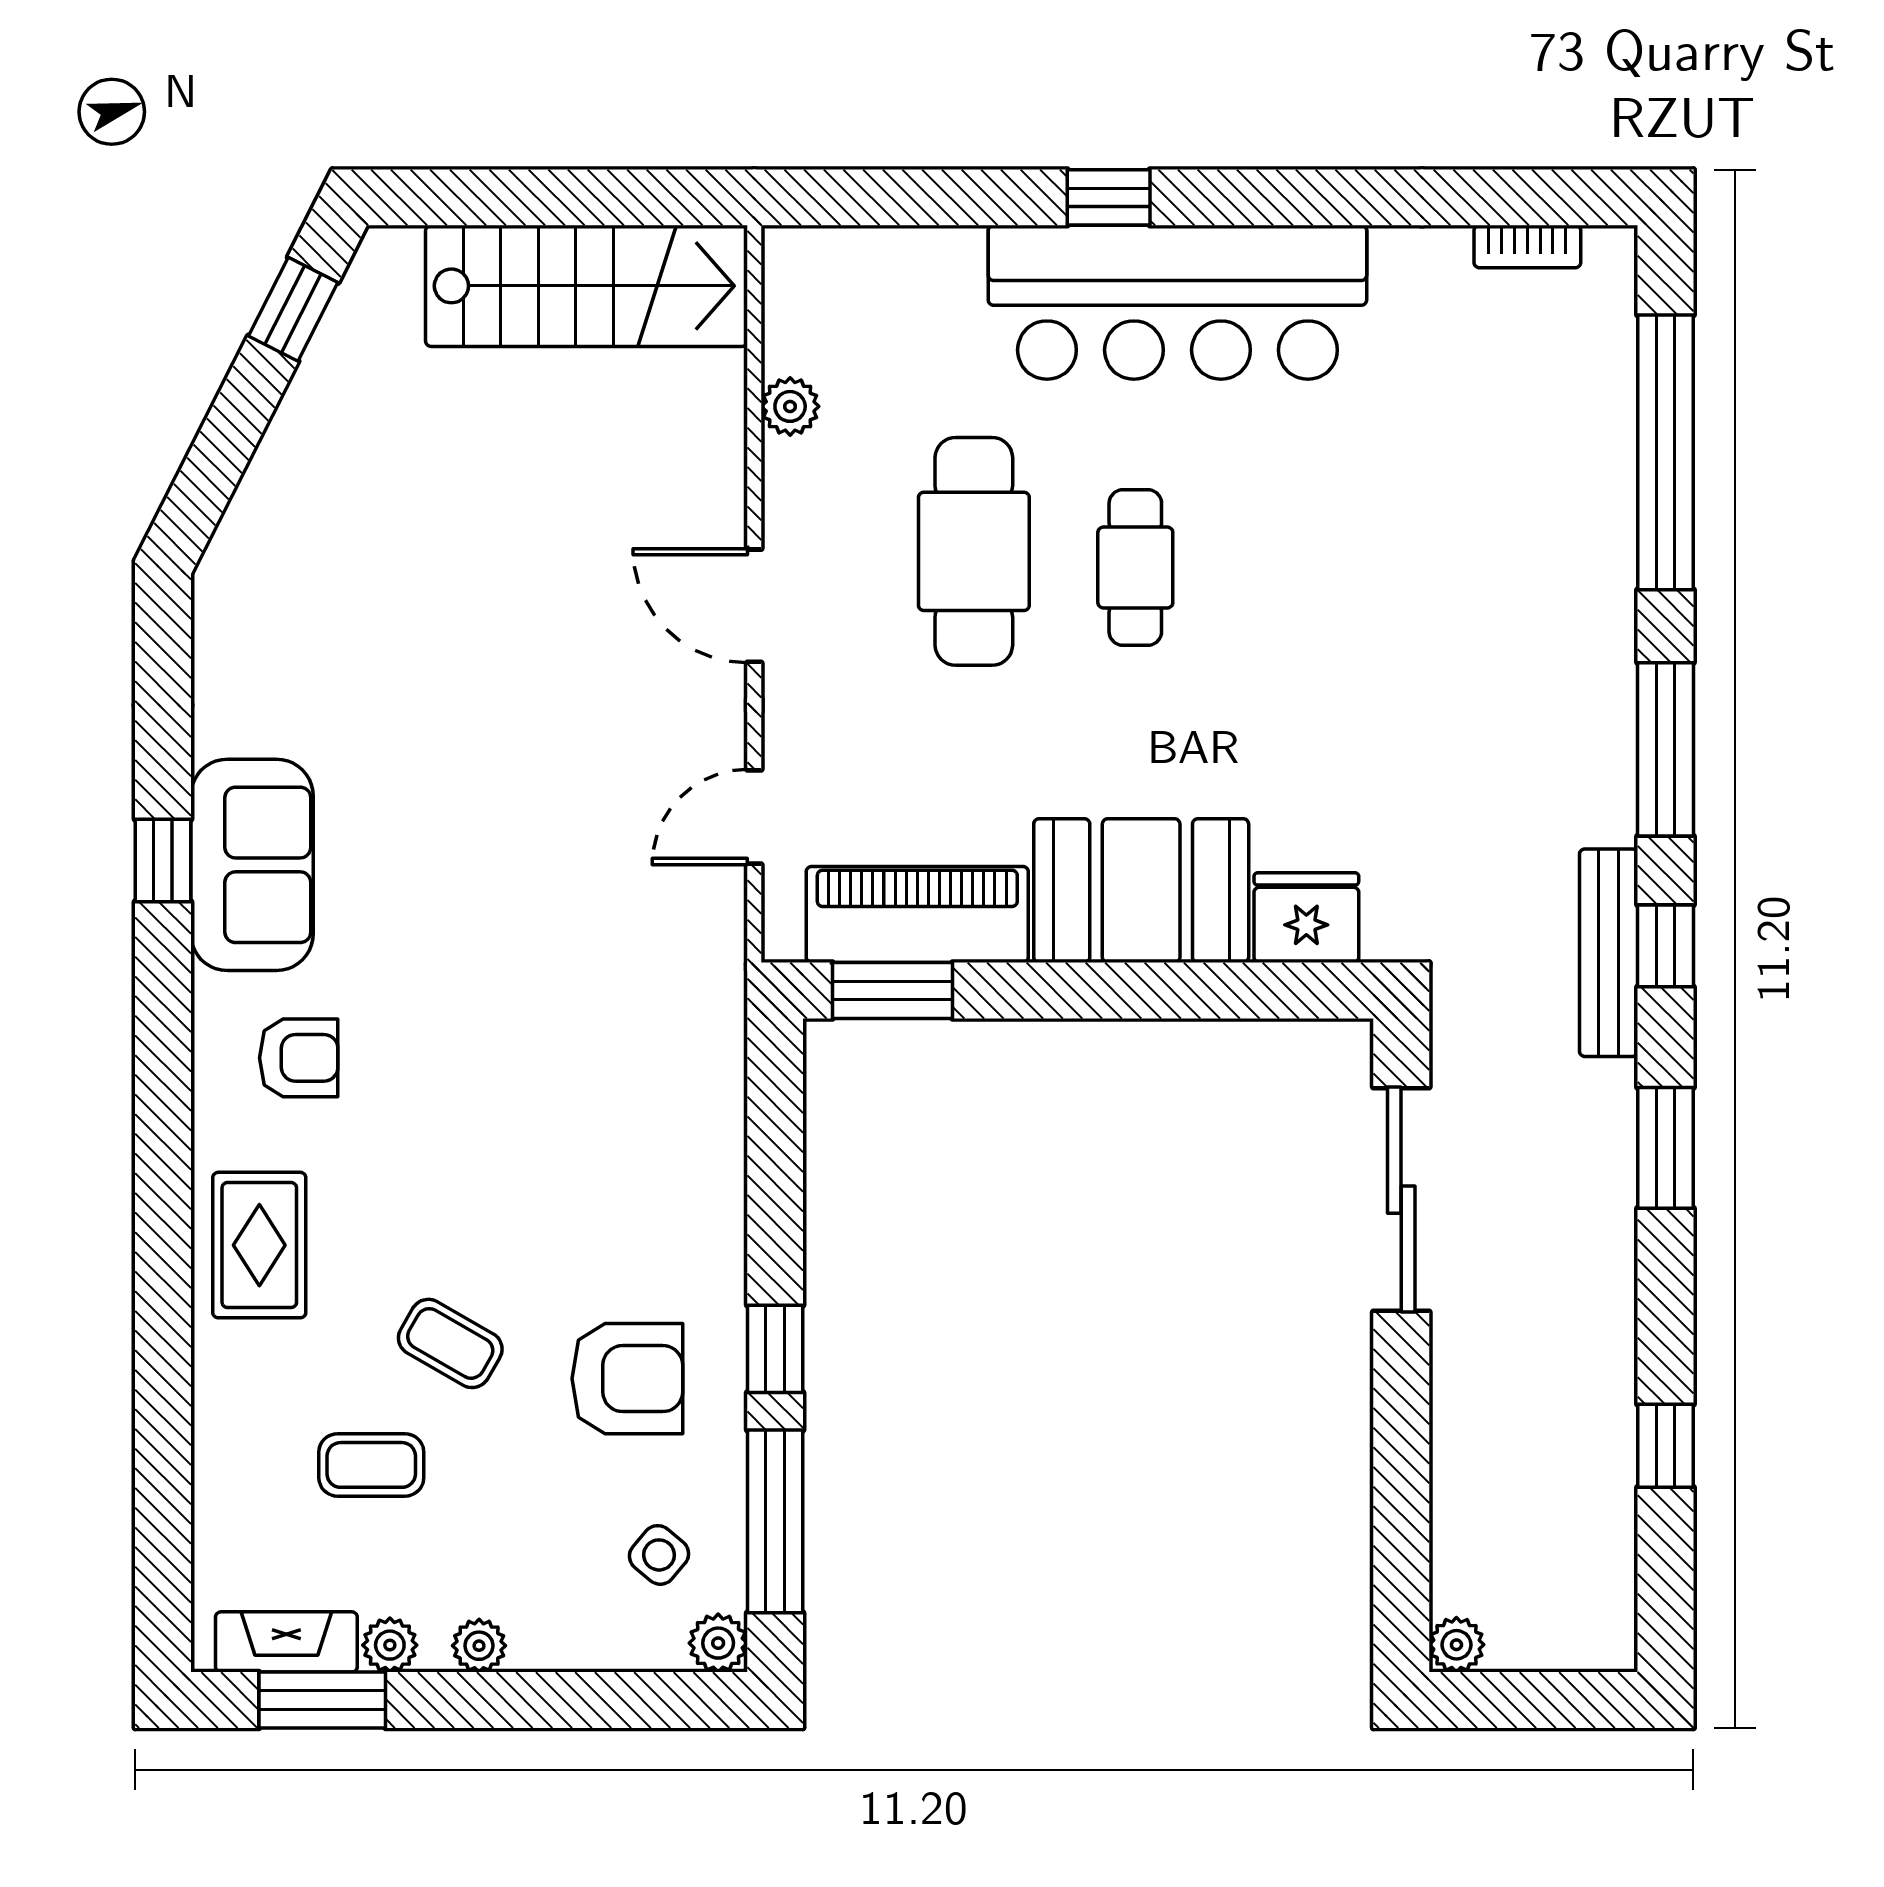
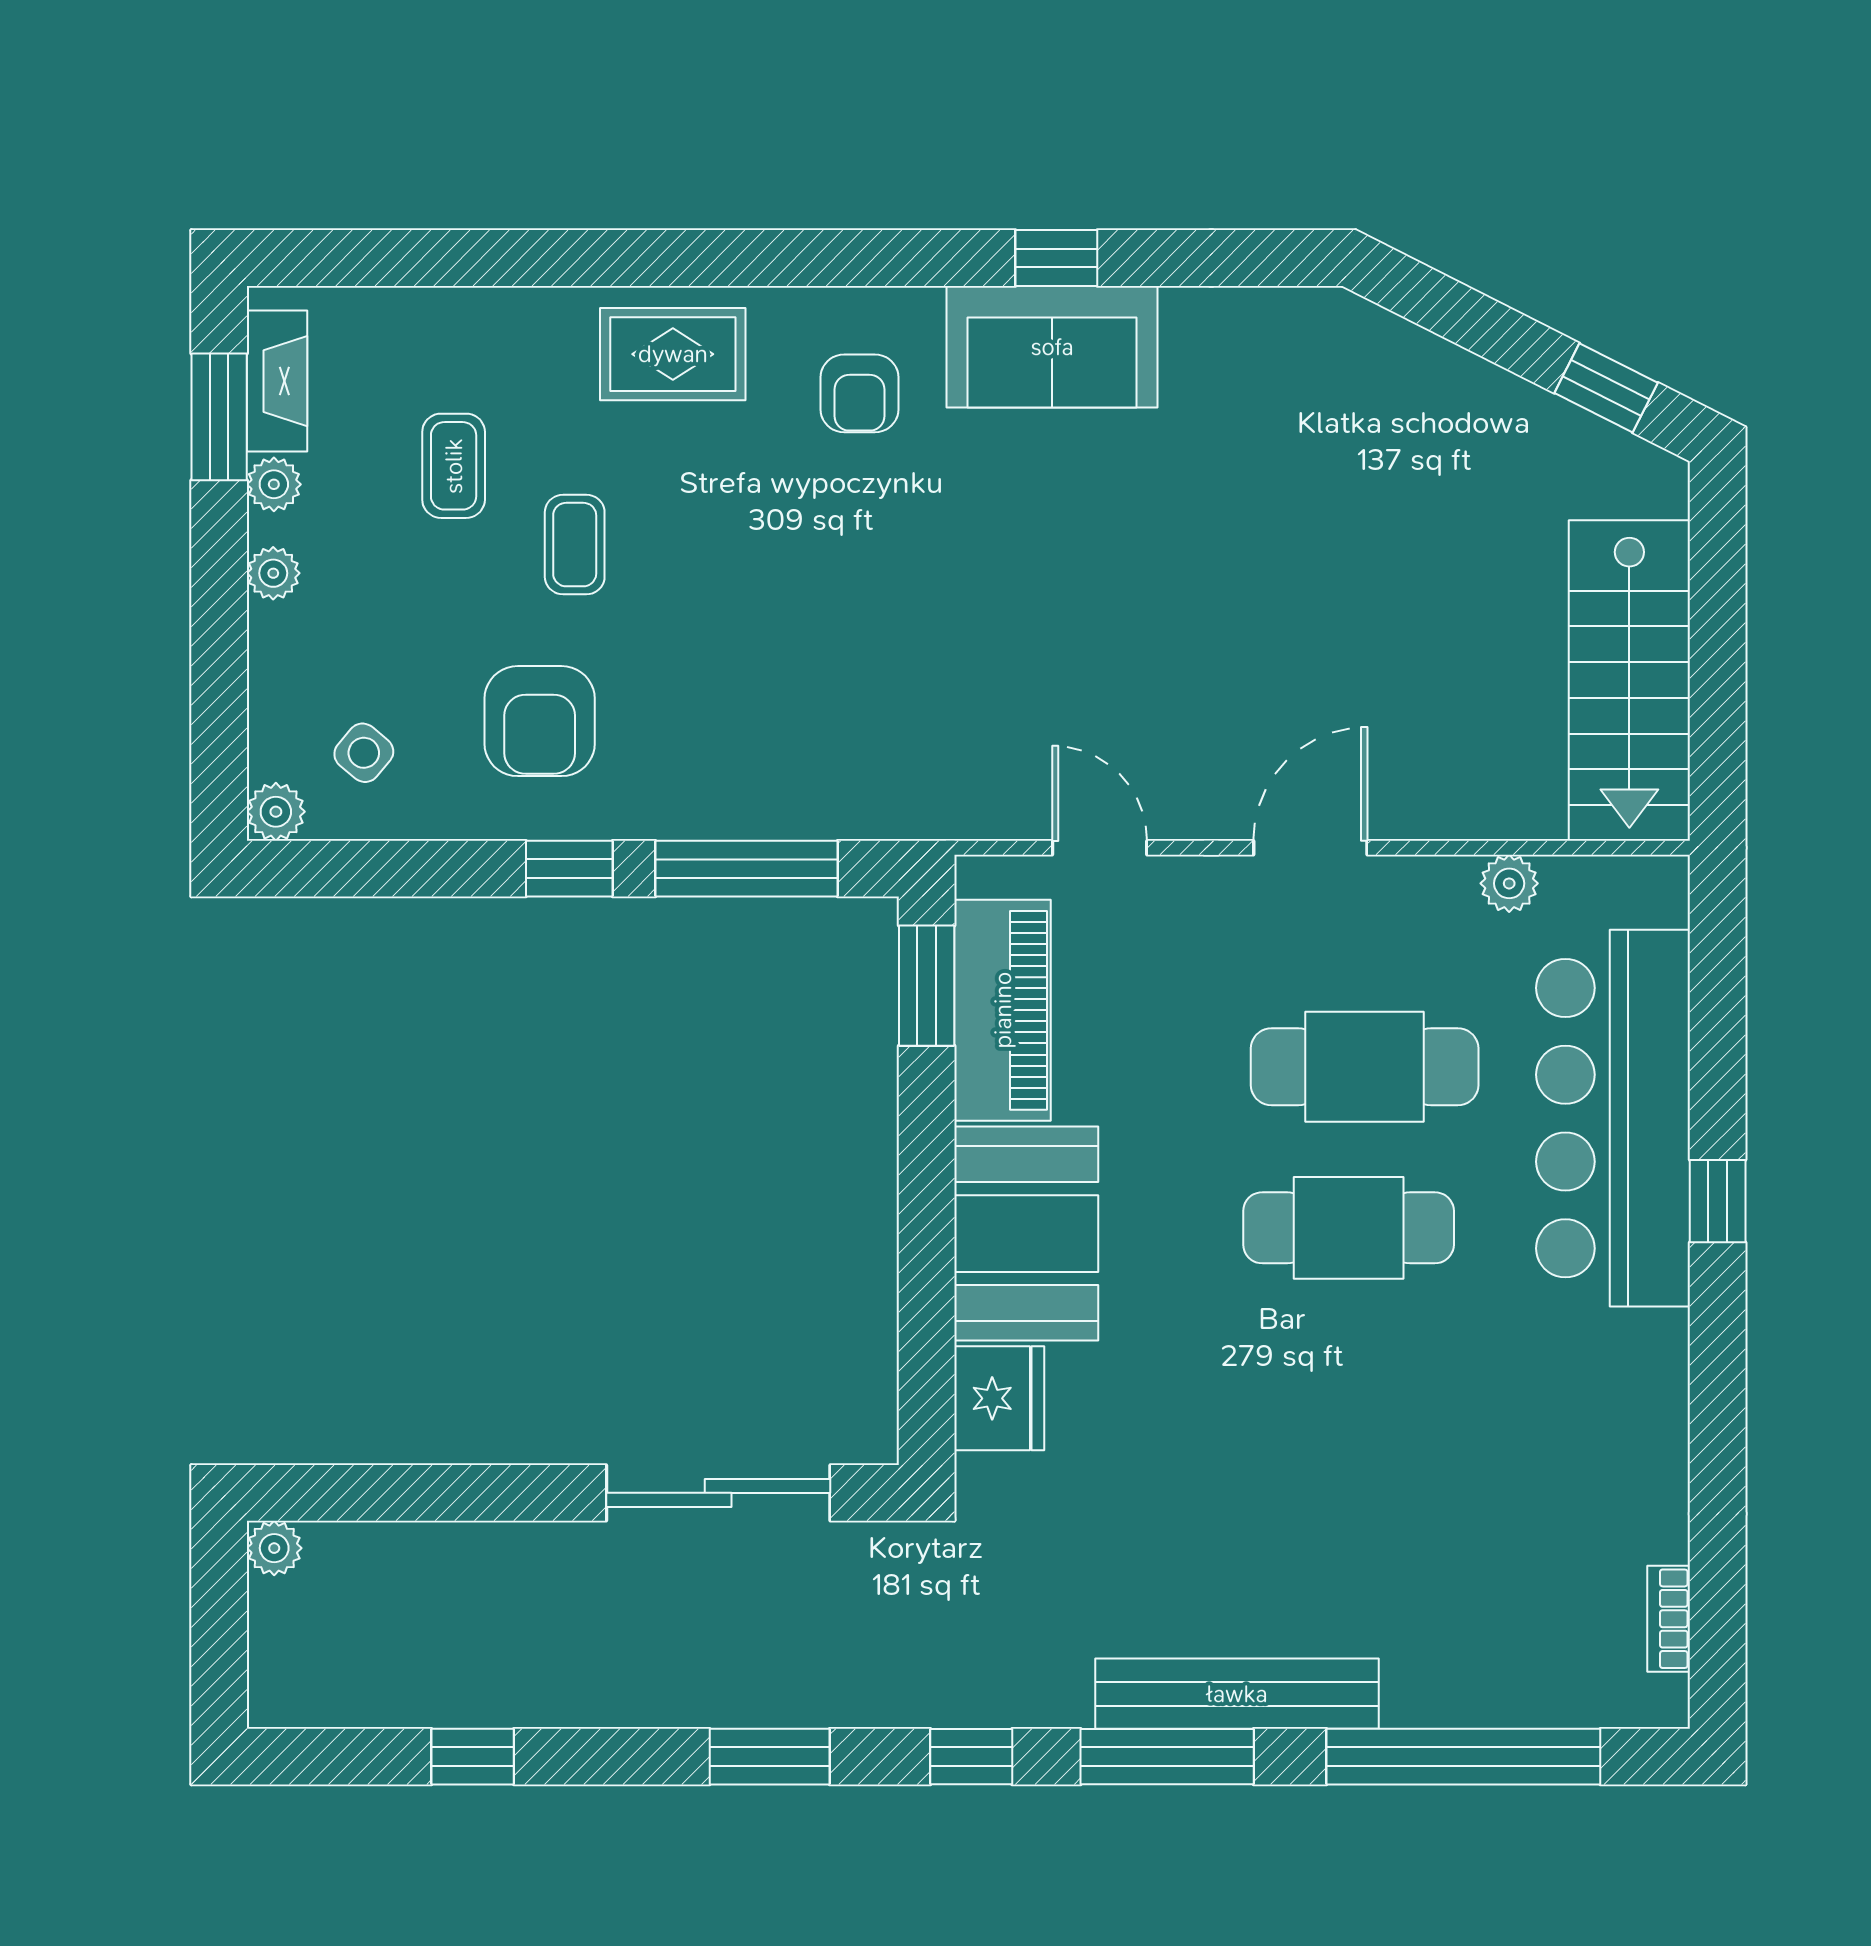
bar counter: (1177, 302) -> (1613, 1118), moved
cafe table: (1135, 568) -> (1349, 1228), width x1.37, depth x1.35
bench: (1609, 953) -> (1237, 1694), moved, width x1.37, depth x1.21
coffee table: (450, 1343) -> (575, 545), turned -30
window: (775, 1521) -> (747, 869), moved

